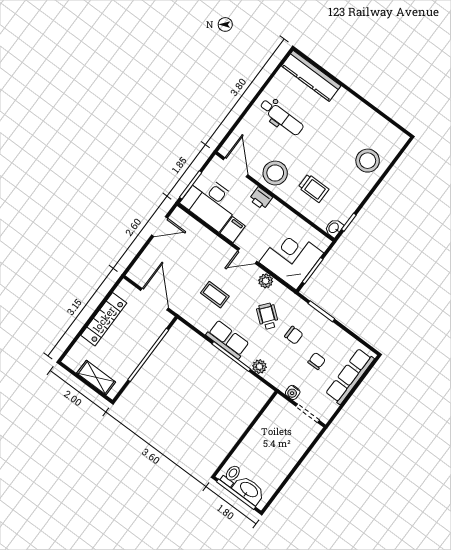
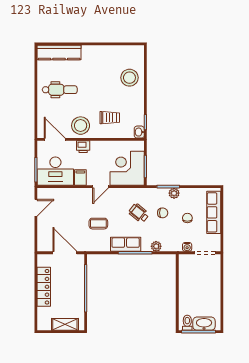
plant: (266, 281) -> (174, 193), moved

